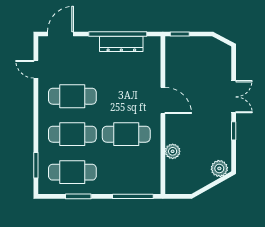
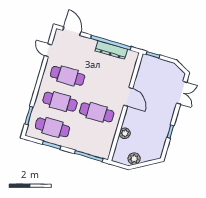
door: (60, 34) -> (72, 31), hinge flipped
double door: (234, 97) -> (182, 93), moved
plant: (219, 168) -> (134, 159), moved

